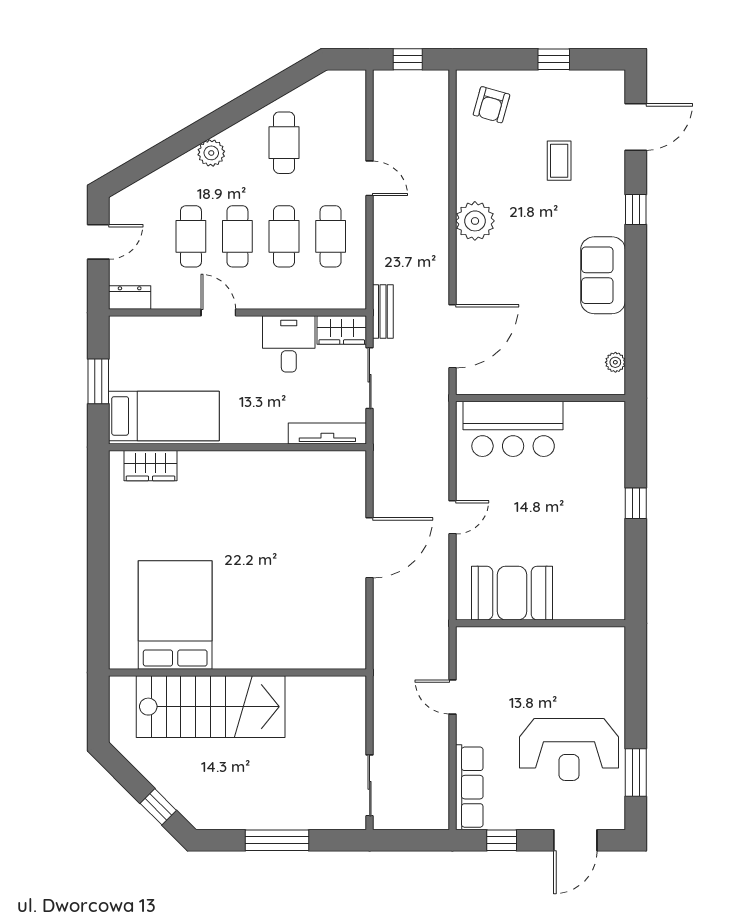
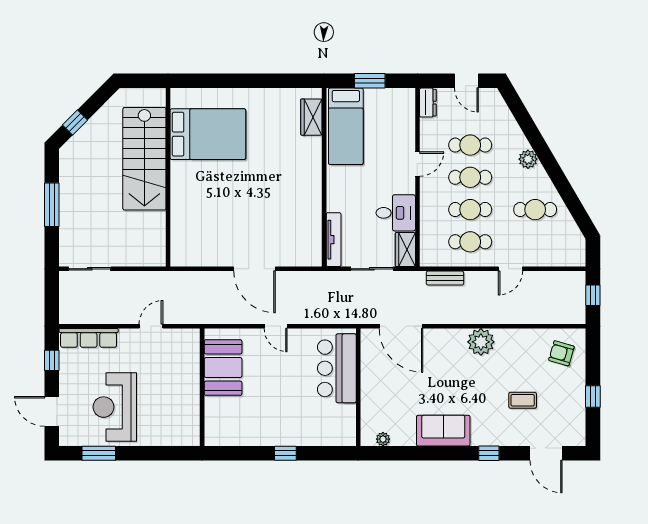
bench: (383, 312) -> (445, 278), moved

